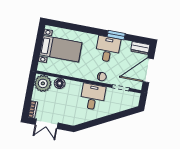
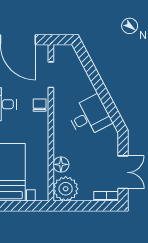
desk: (93, 97) -> (89, 116), moved, turned 152

